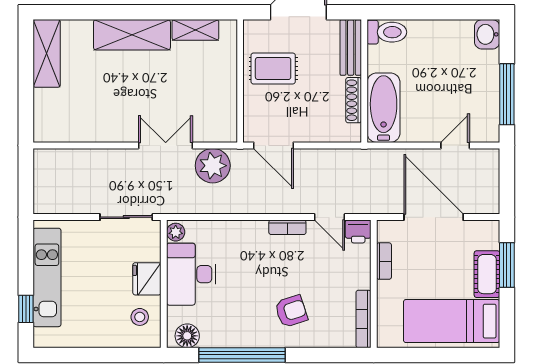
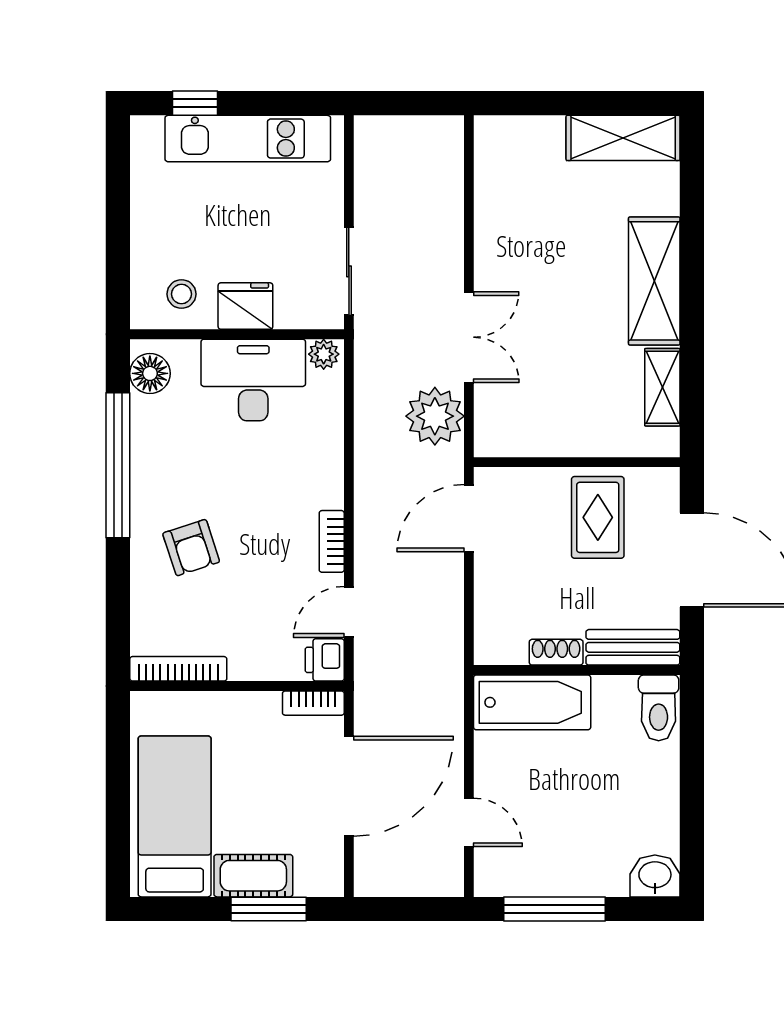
shoe rack: (354, 100) -> (556, 652), width x0.70
bookcase: (384, 261) -> (313, 703), moved

